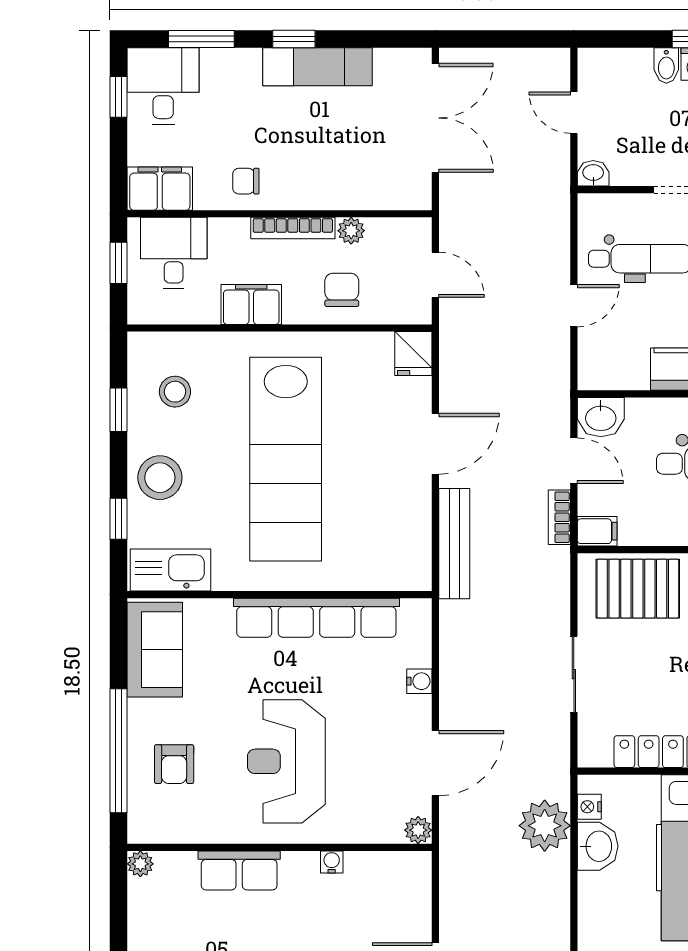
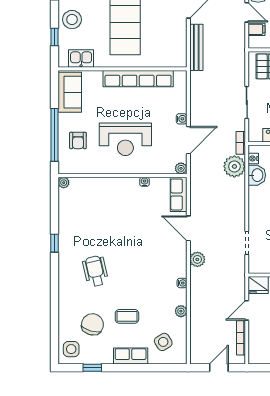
bookcase: (559, 517) -> (241, 143), moved
filing cabinet: (597, 531) -> (257, 29), moved
kitchen sink: (170, 570) -> (81, 59), width x0.73
water cooler: (419, 681) -> (182, 119), moved
reception desk: (286, 761) -> (125, 139), turned -90
row of seats: (239, 870) -> (179, 194), moved, turned 90

